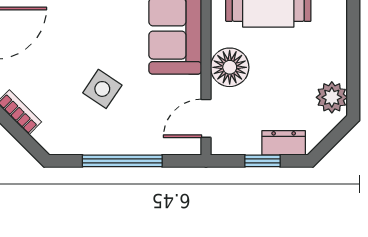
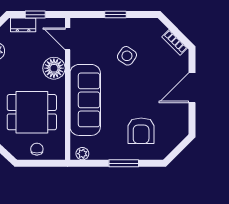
door: (206, 118) -> (68, 39), swing flipped
window: (122, 161) -> (116, 15), width x0.46

